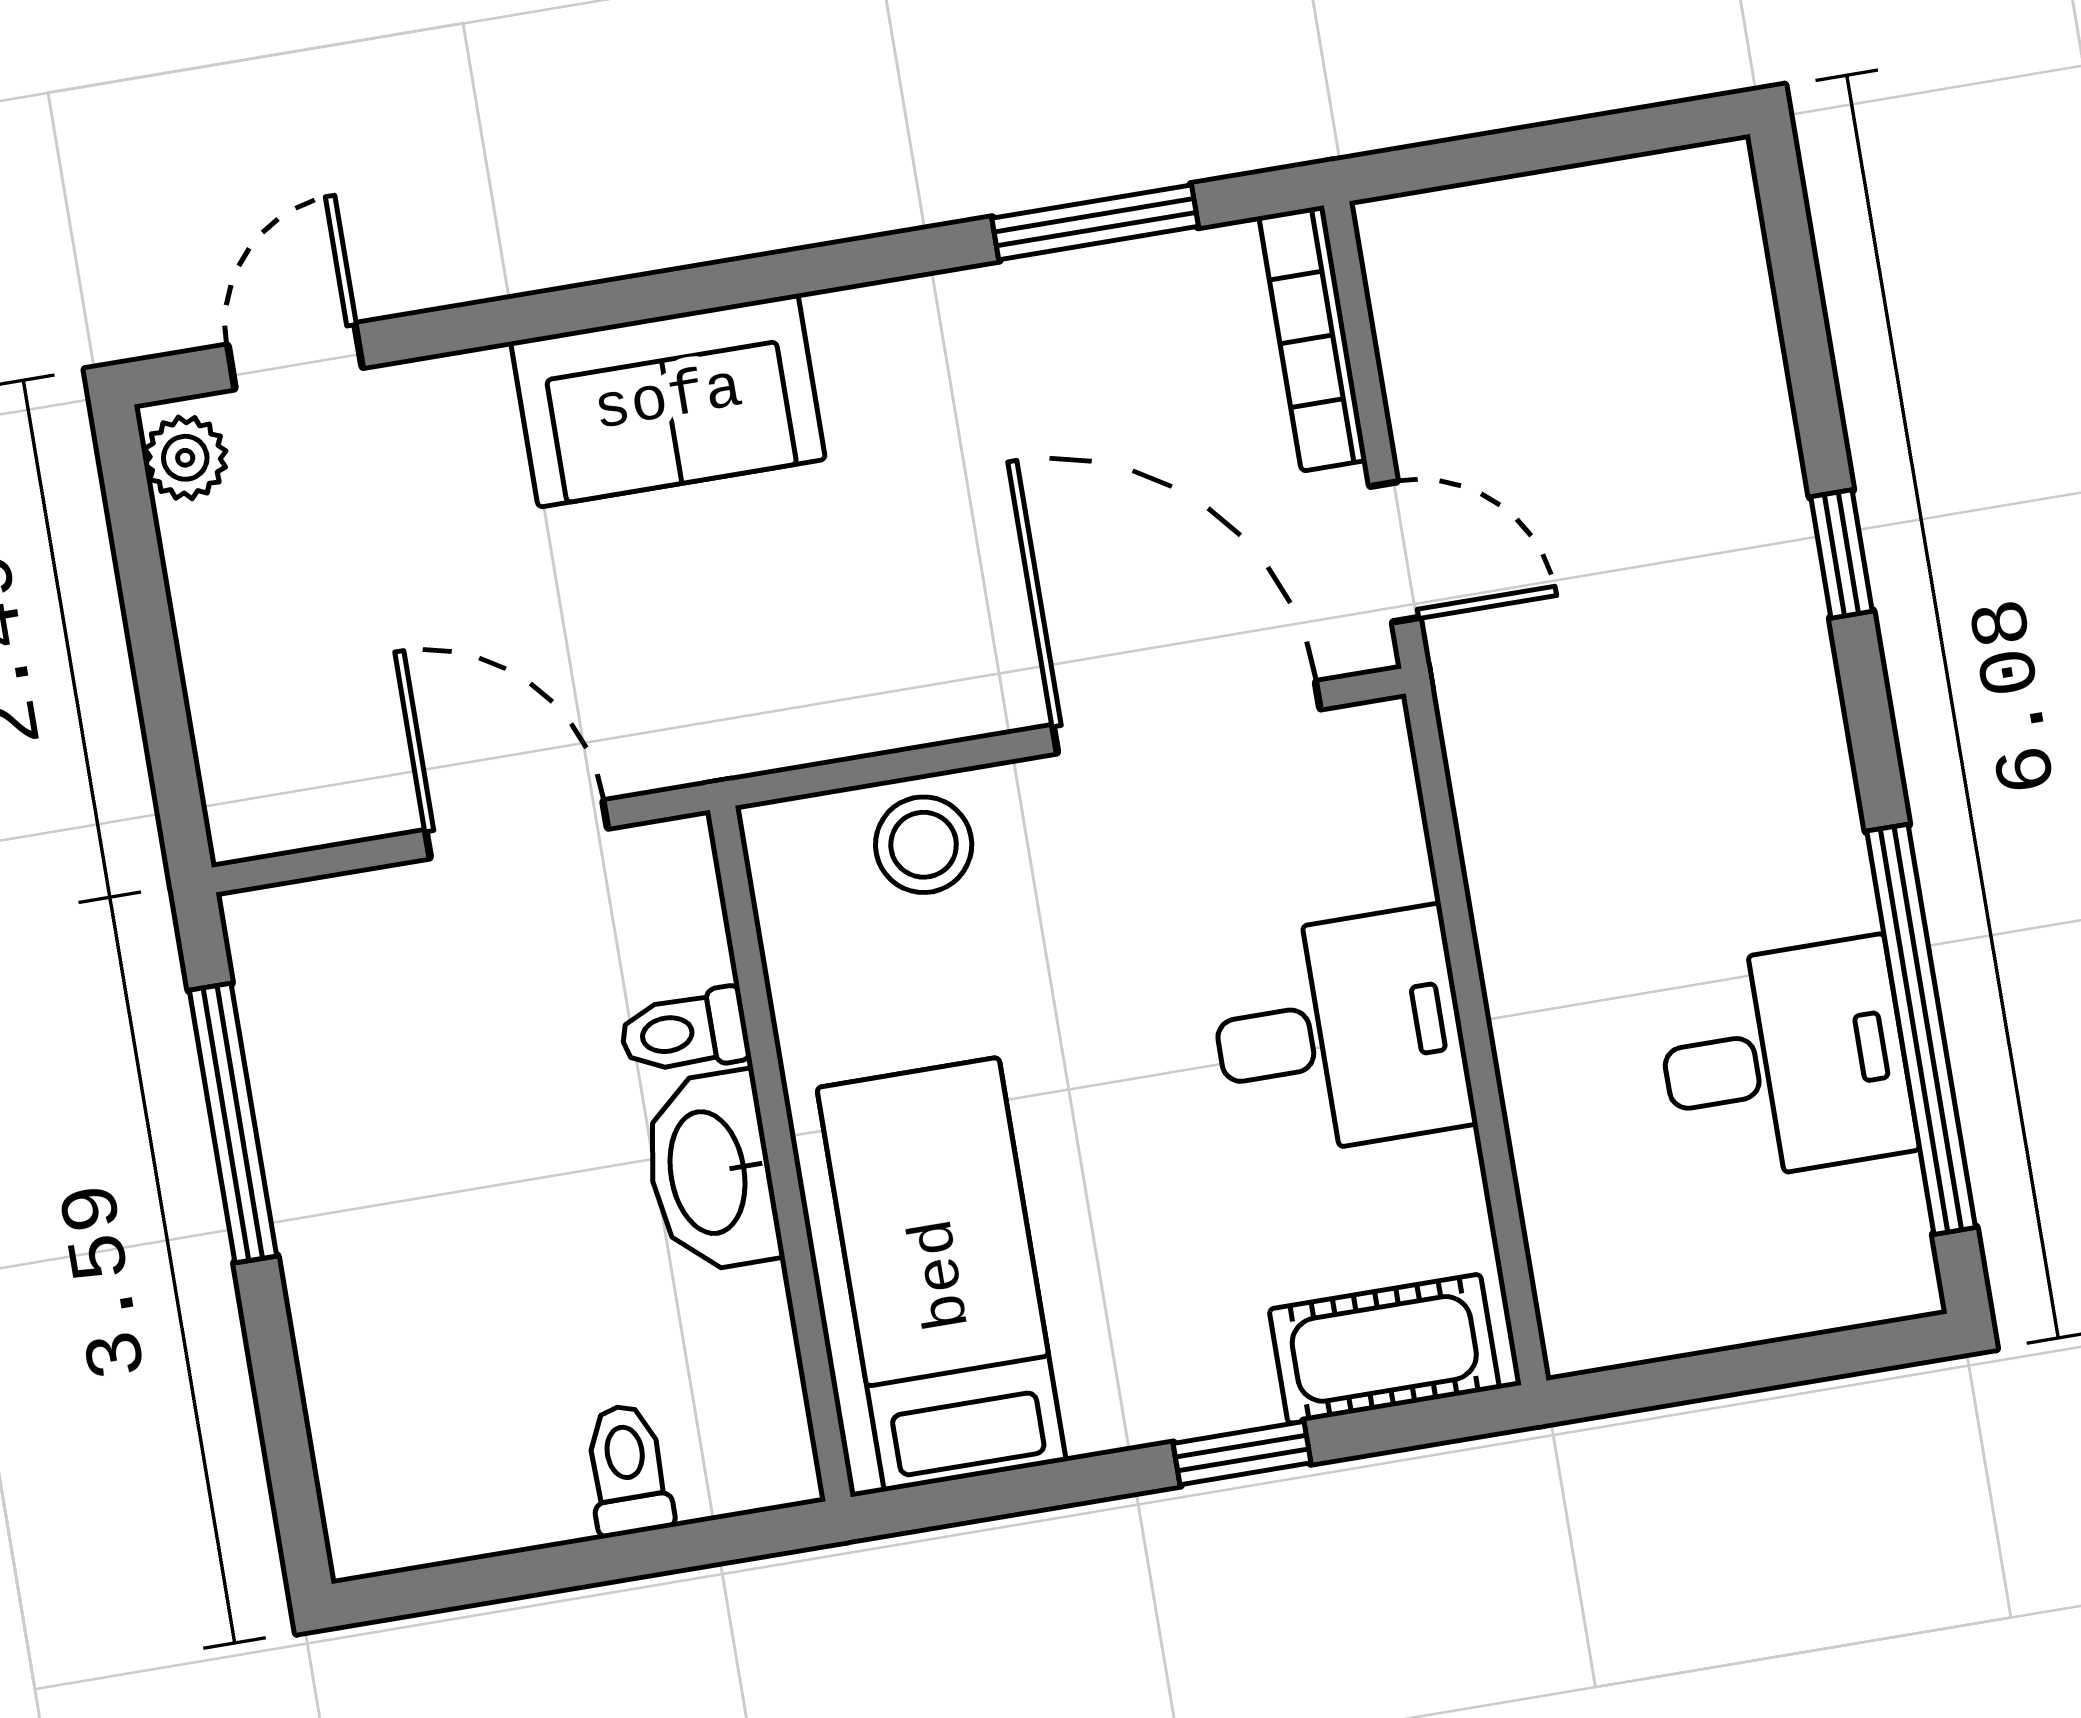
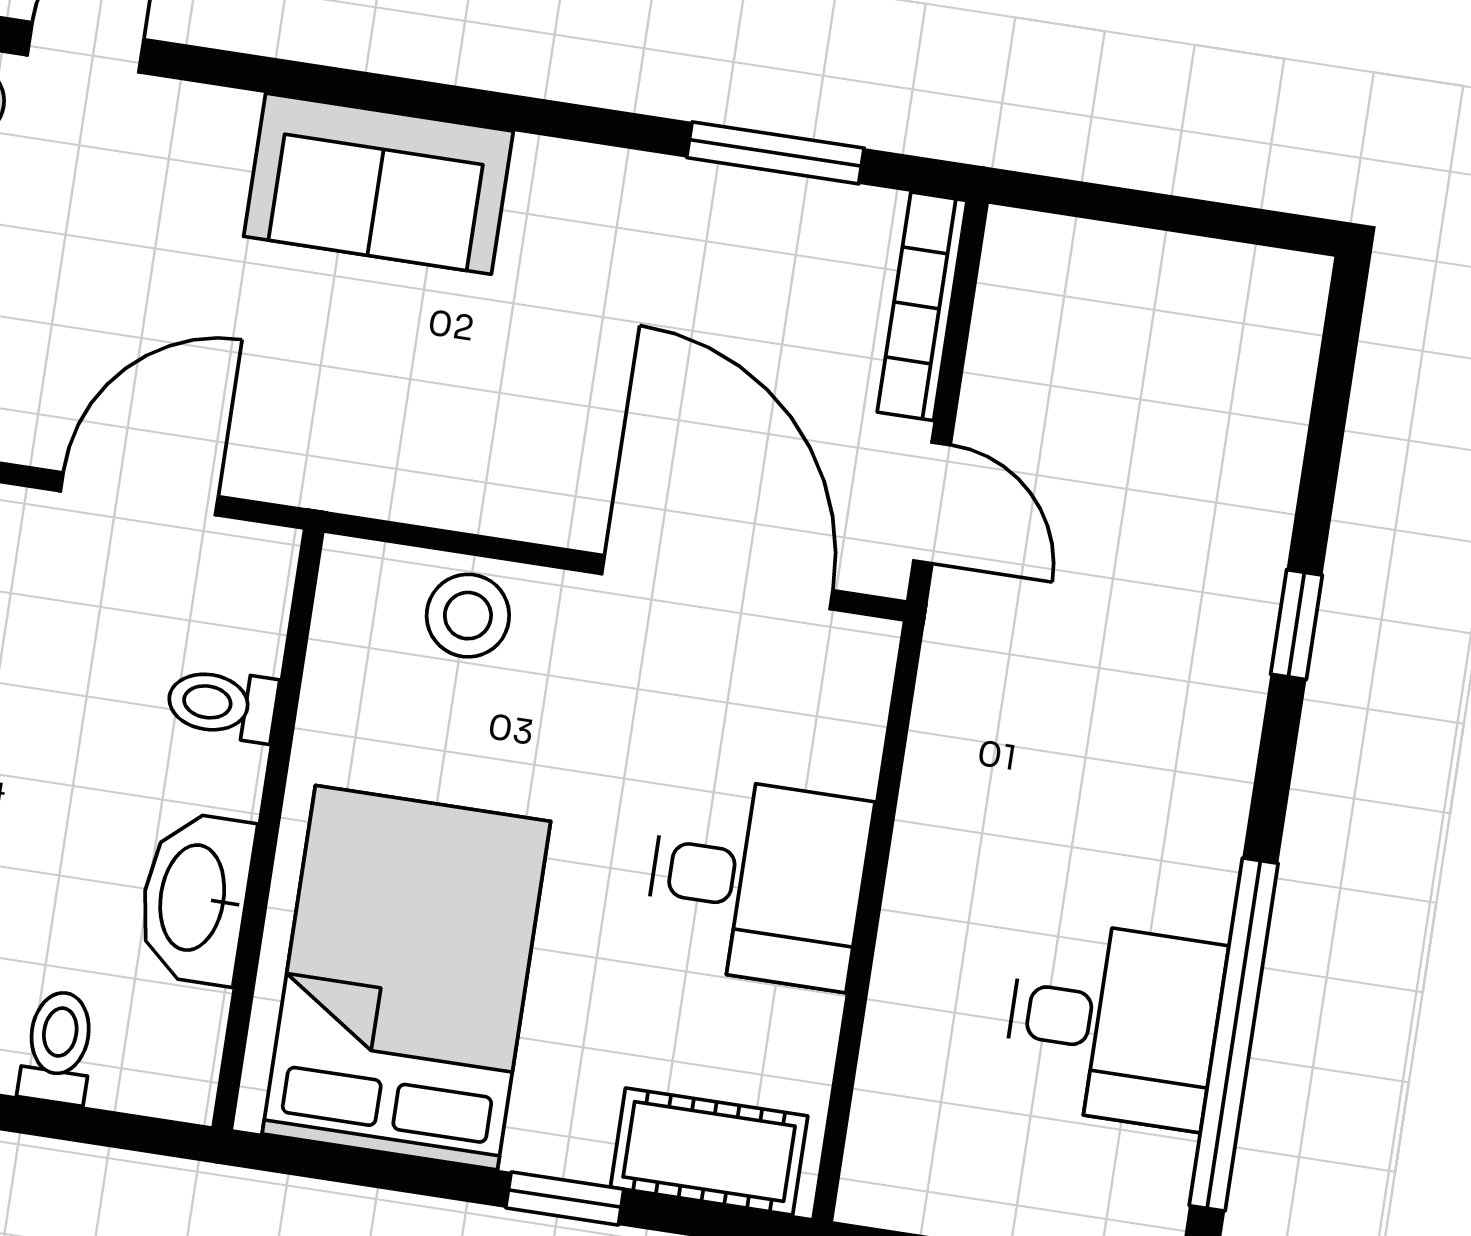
door: (517, 829) -> (139, 494), hinge flipped
washbasin: (711, 1172) -> (195, 898), moved
bed: (942, 1274) -> (406, 978), width x1.50

